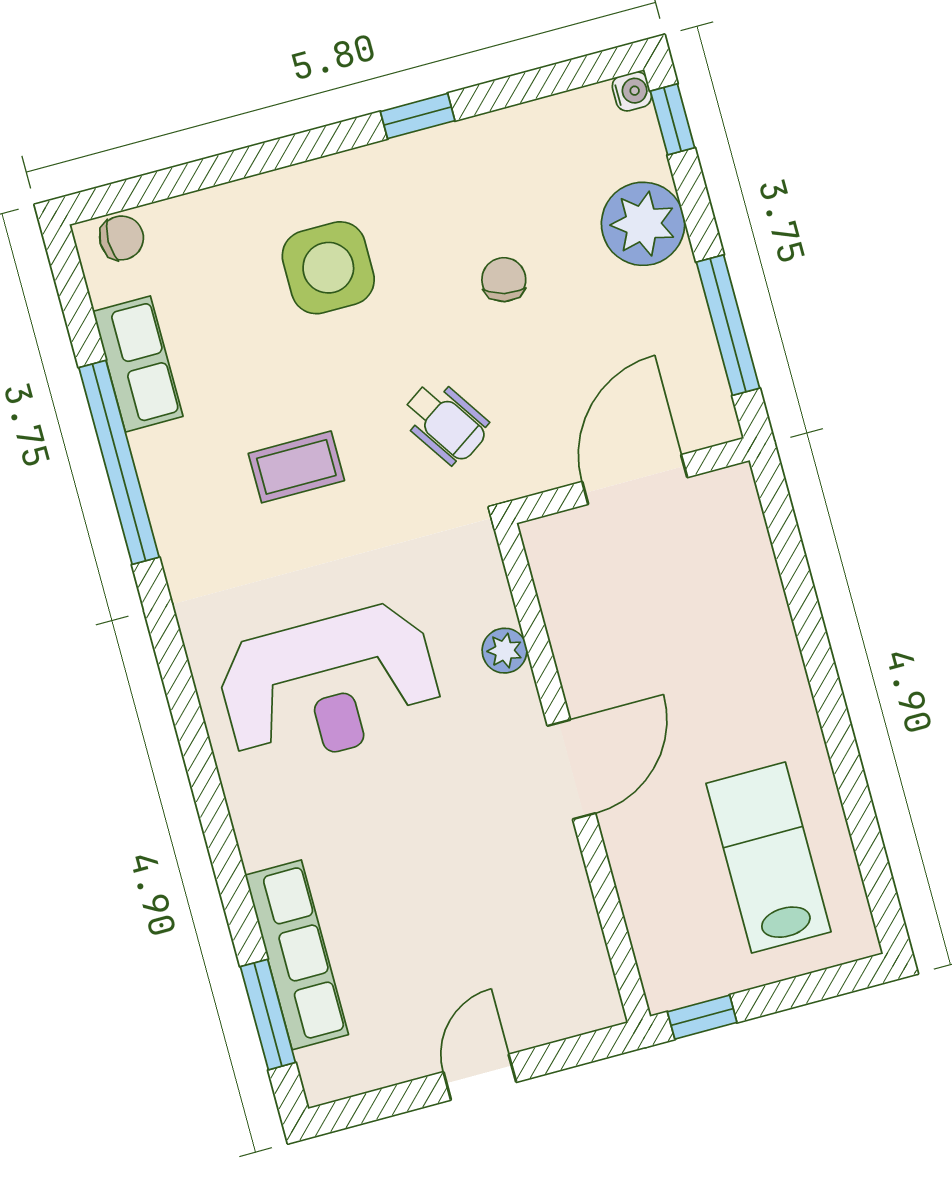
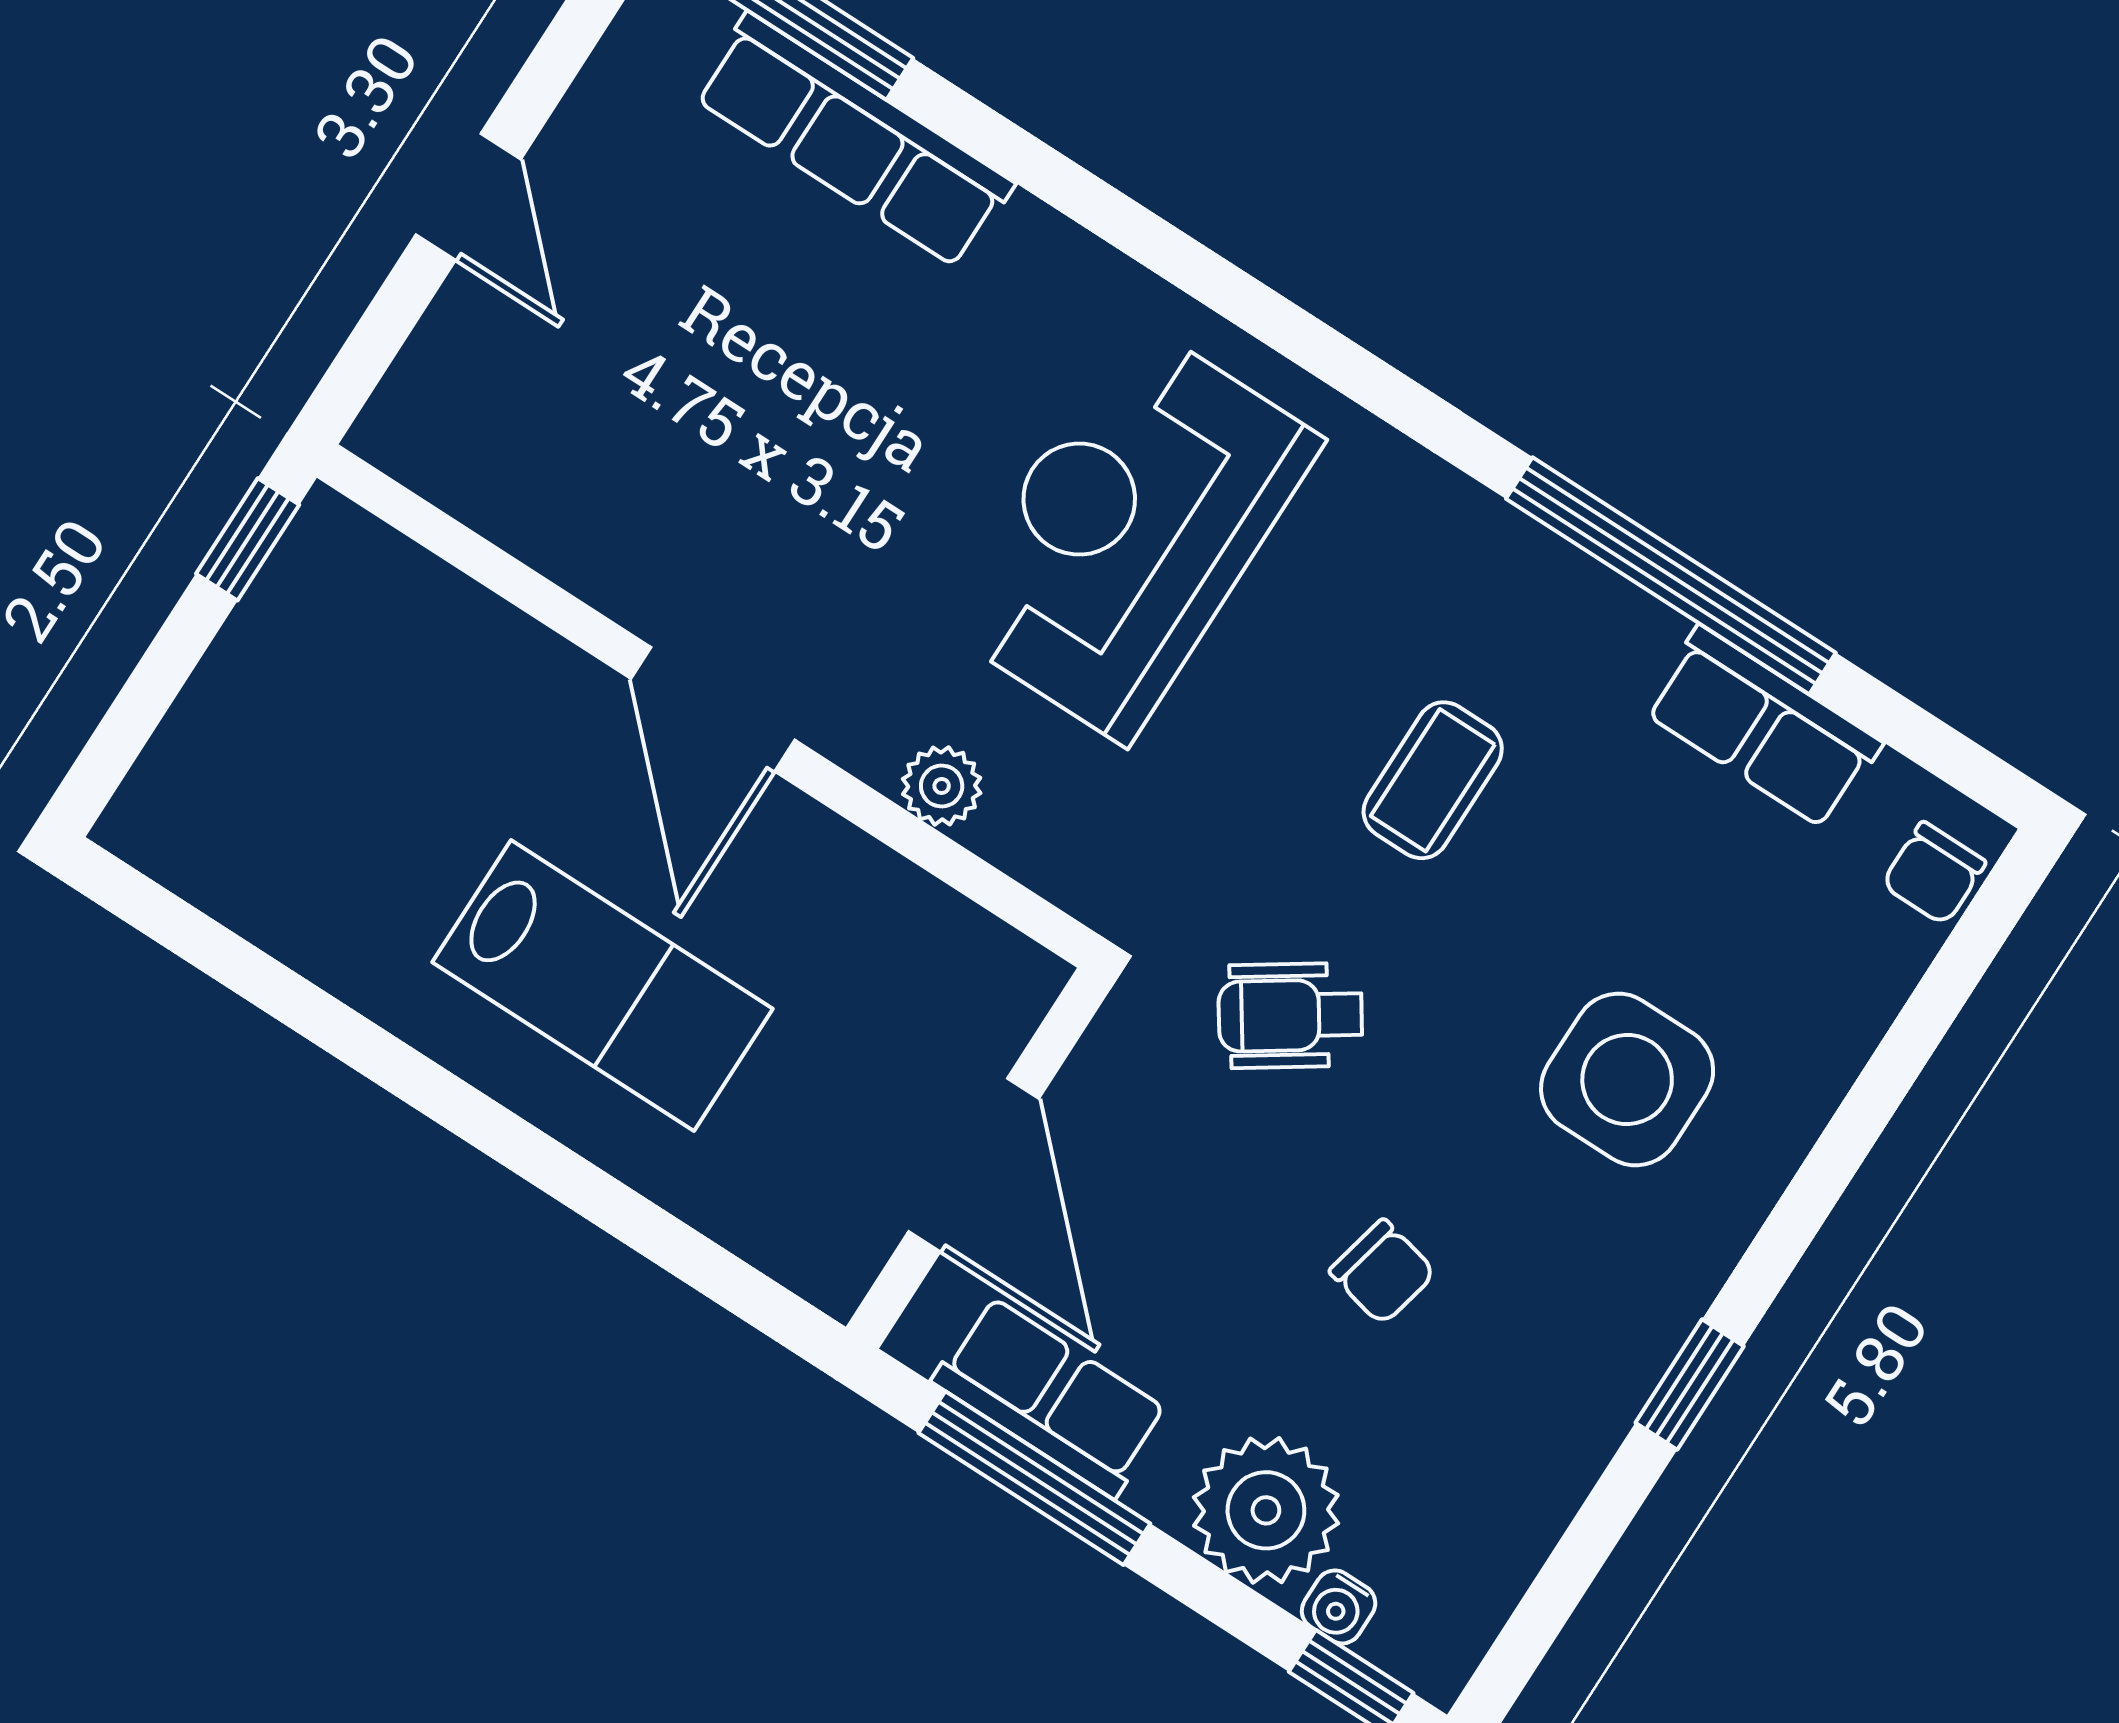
water cooler: (632, 91) -> (1339, 1607), moved
row of seats: (690, 353) -> (1051, 1397), added
lab bench: (768, 858) -> (603, 986), moved

